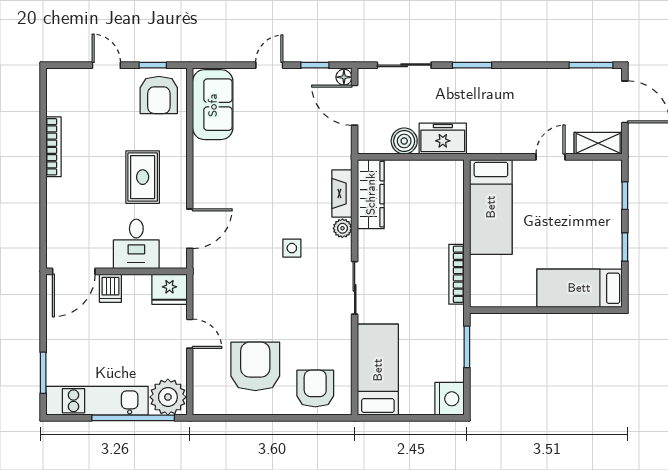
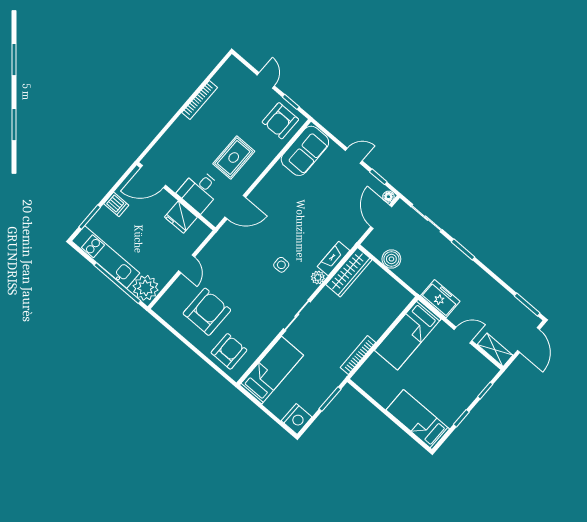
freezer: (443, 139) -> (440, 299), moved
dishwasher: (110, 288) -> (116, 204), moved, turned -90
fridge: (169, 289) -> (181, 217), moved

